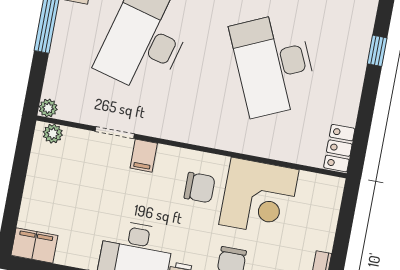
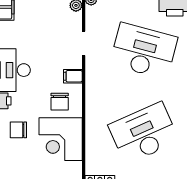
filing cabinet: (144, 156) -> (73, 76), moved

